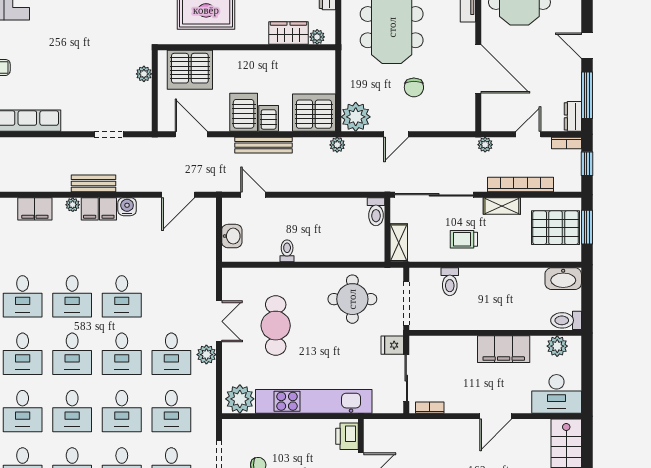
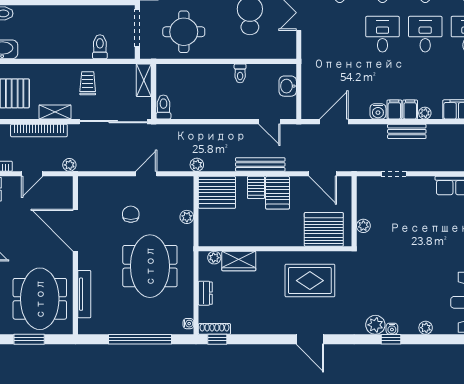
plant: (356, 117) -> (187, 217), moved, width x0.53, depth x0.53
trolley: (464, 239) -> (88, 83), turned -90

